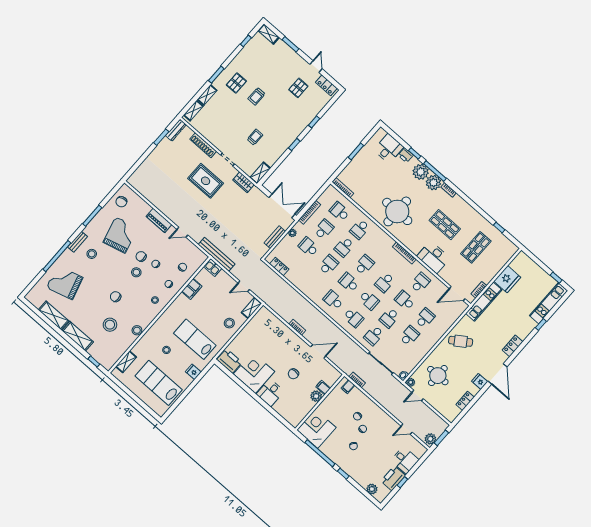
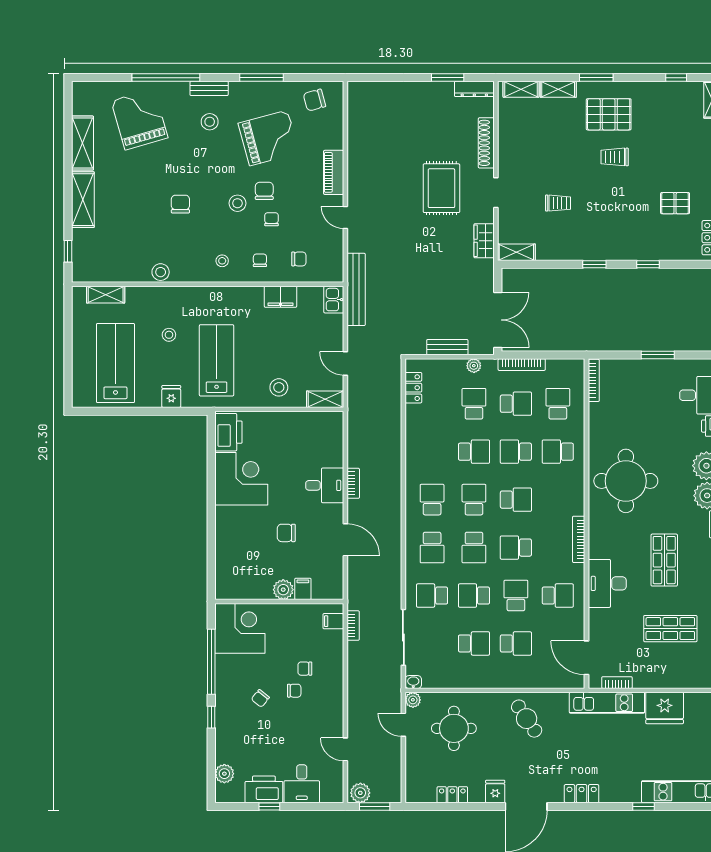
pallet: (236, 83) -> (609, 114), width x1.50, depth x1.42
stool: (110, 325) -> (136, 229), removed
desk: (270, 393) -> (325, 485), moved, turned 180

